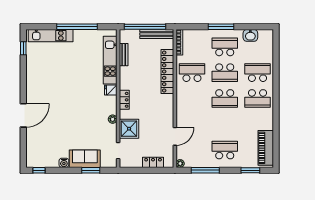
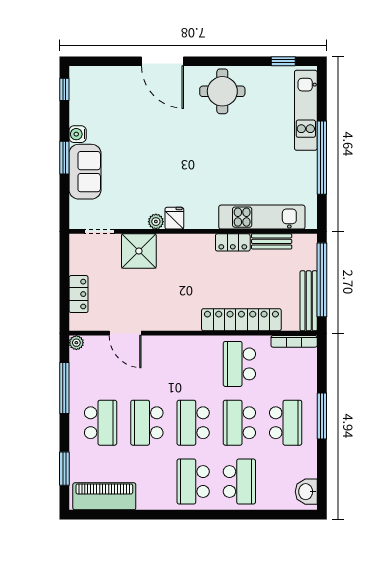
washbasin: (250, 35) -> (306, 492), moved
school desk: (192, 73) -> (239, 364), turned 180
round table: (40, 82) -> (222, 91), added
fridge: (111, 90) -> (174, 218), moved
locker: (124, 100) -> (233, 242), moved
school desk: (225, 124) -> (147, 423), added
window: (91, 170) -> (64, 158), moved

